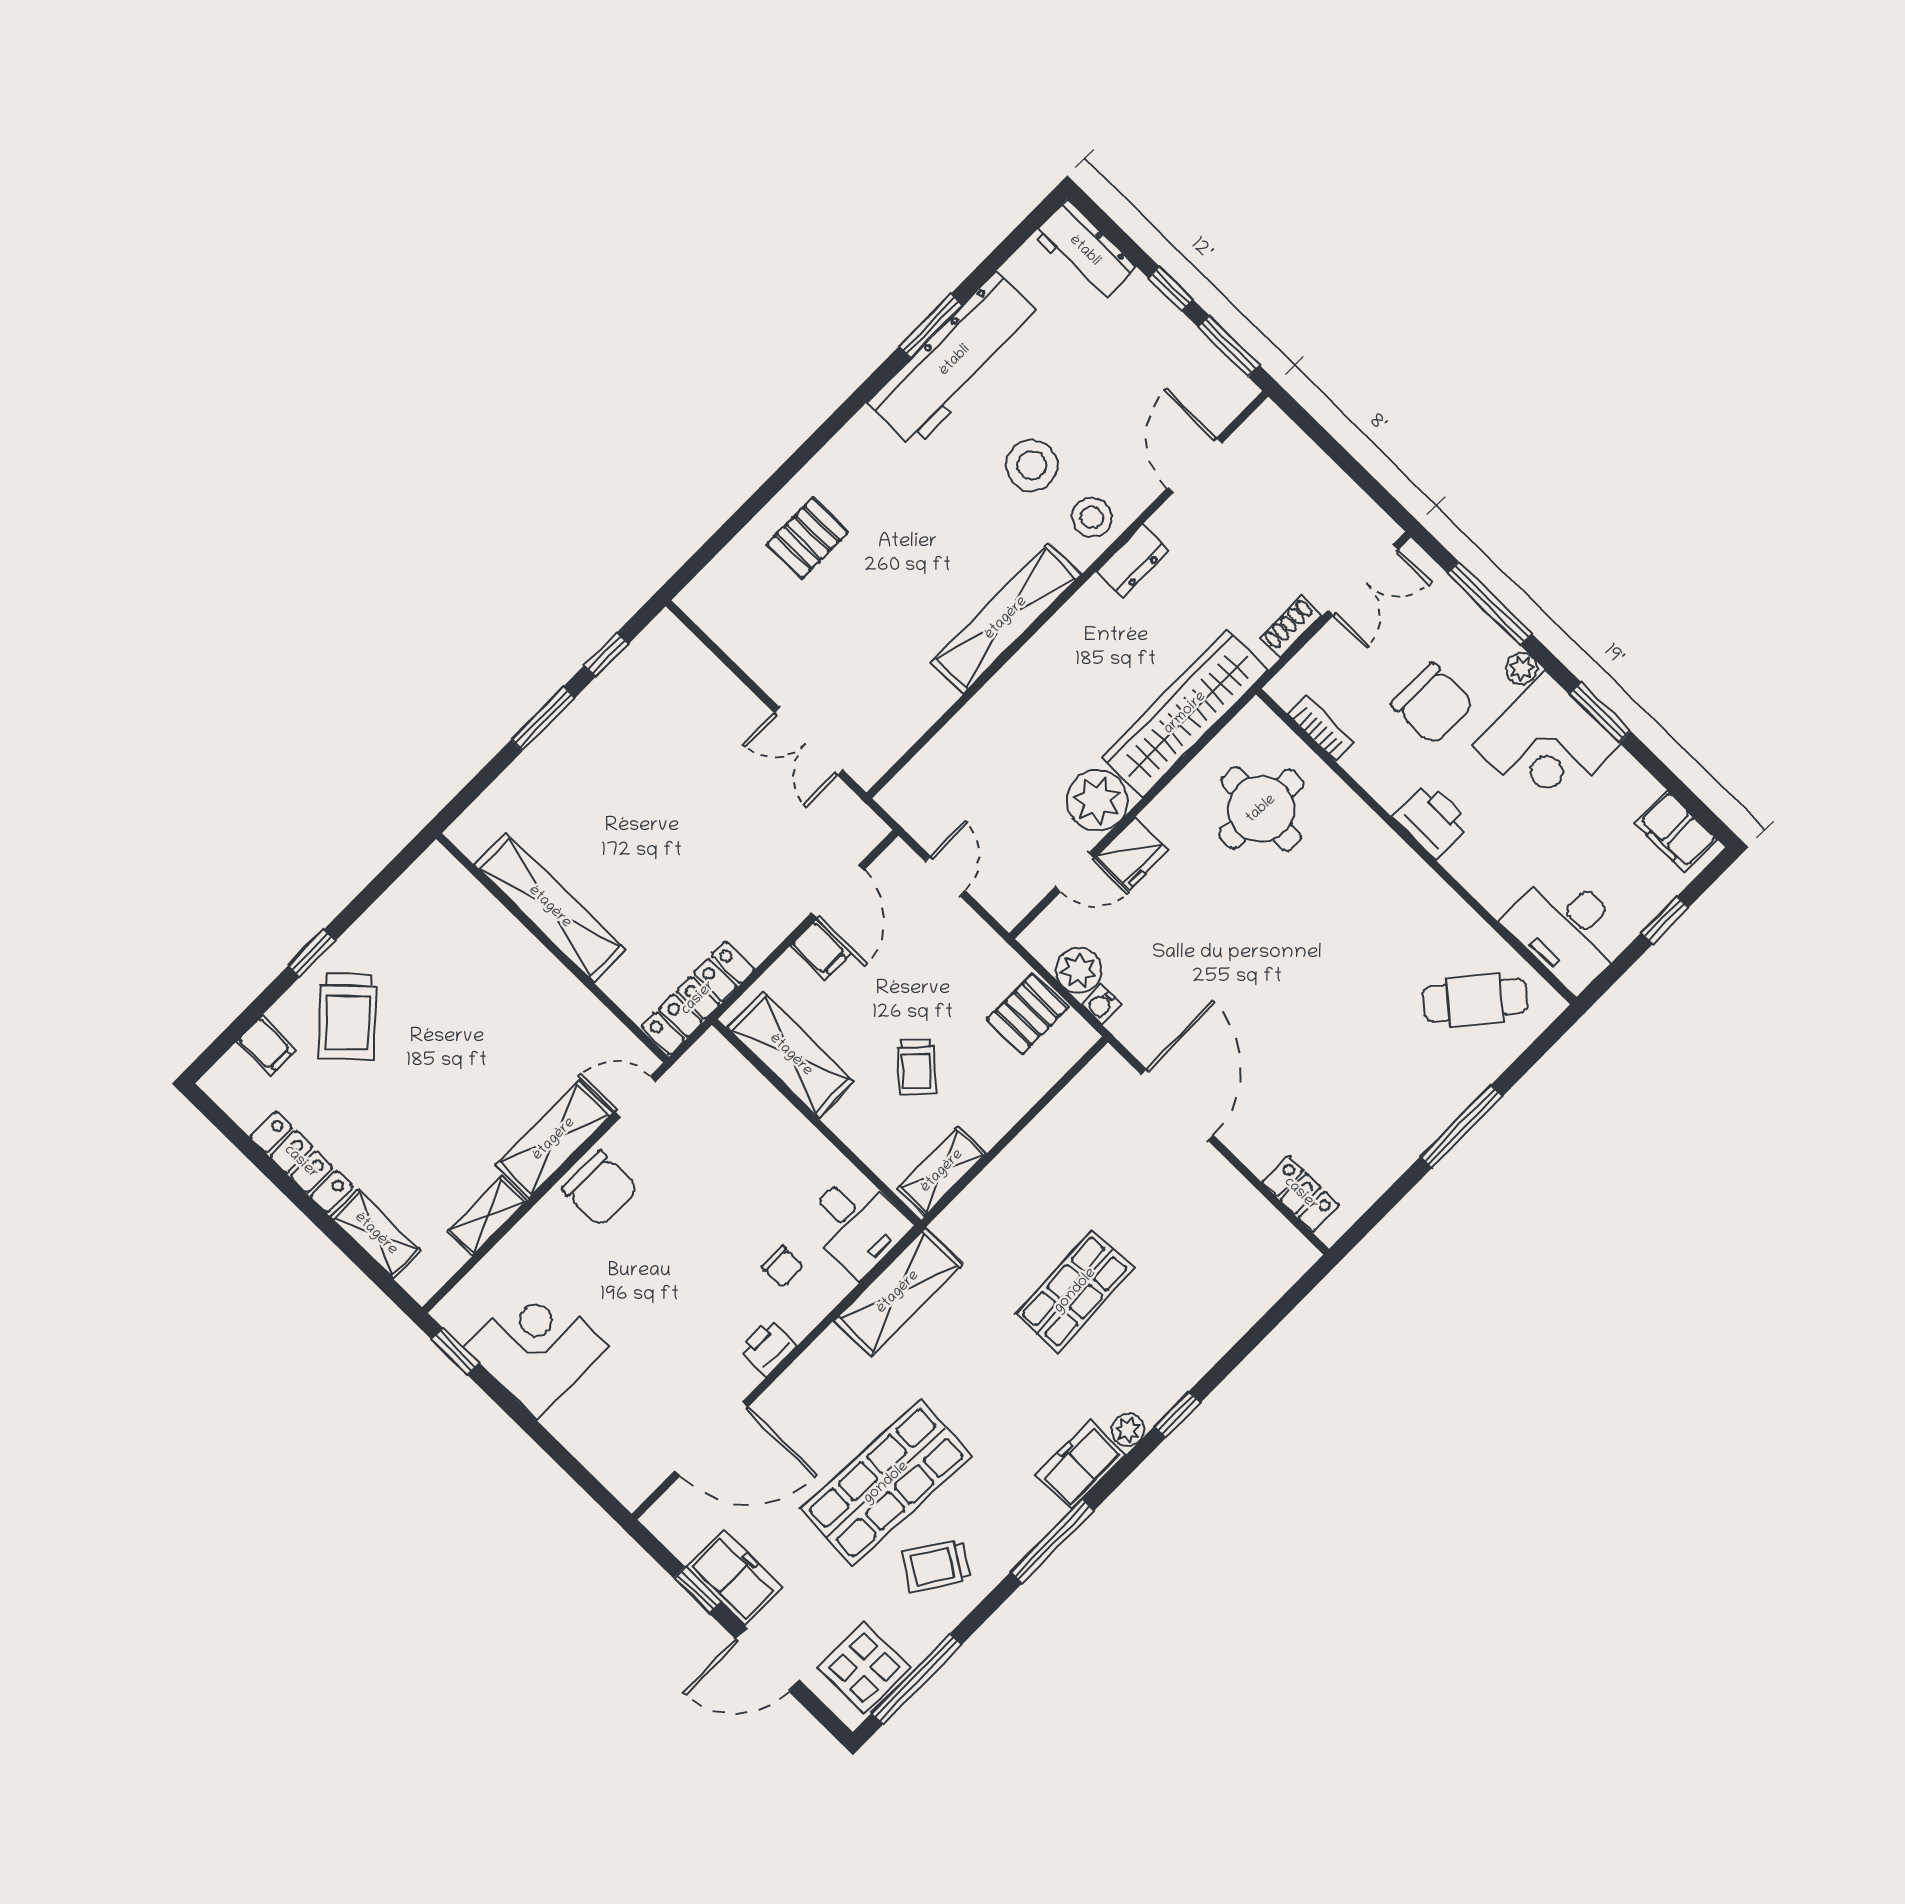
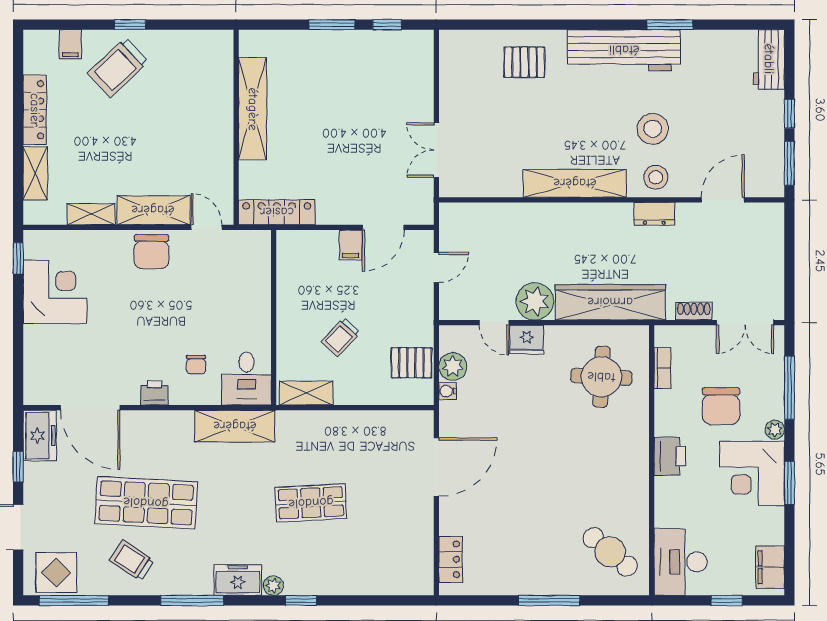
workbench: (955, 360) -> (624, 50), moved
shelving: (791, 1055) -> (292, 277), removed
freezer: (734, 1577) -> (40, 436), moved

